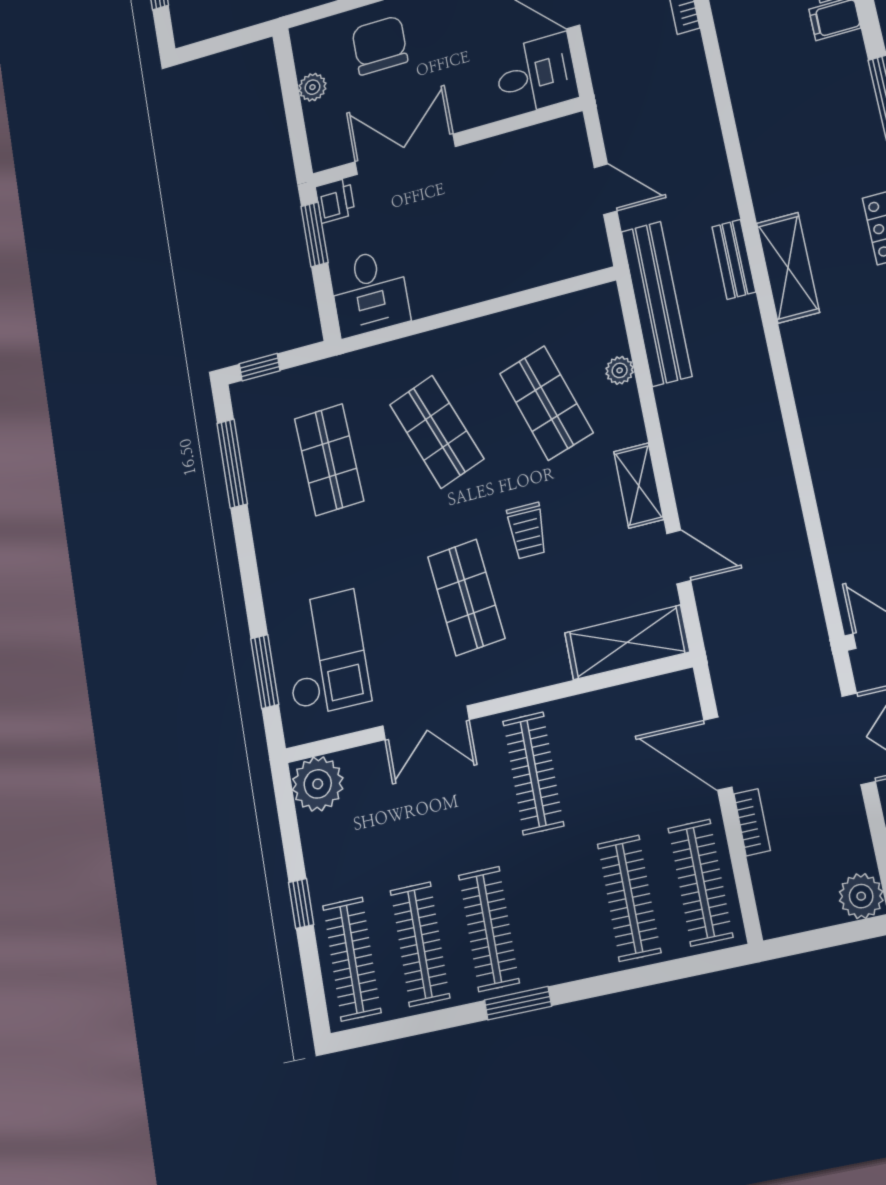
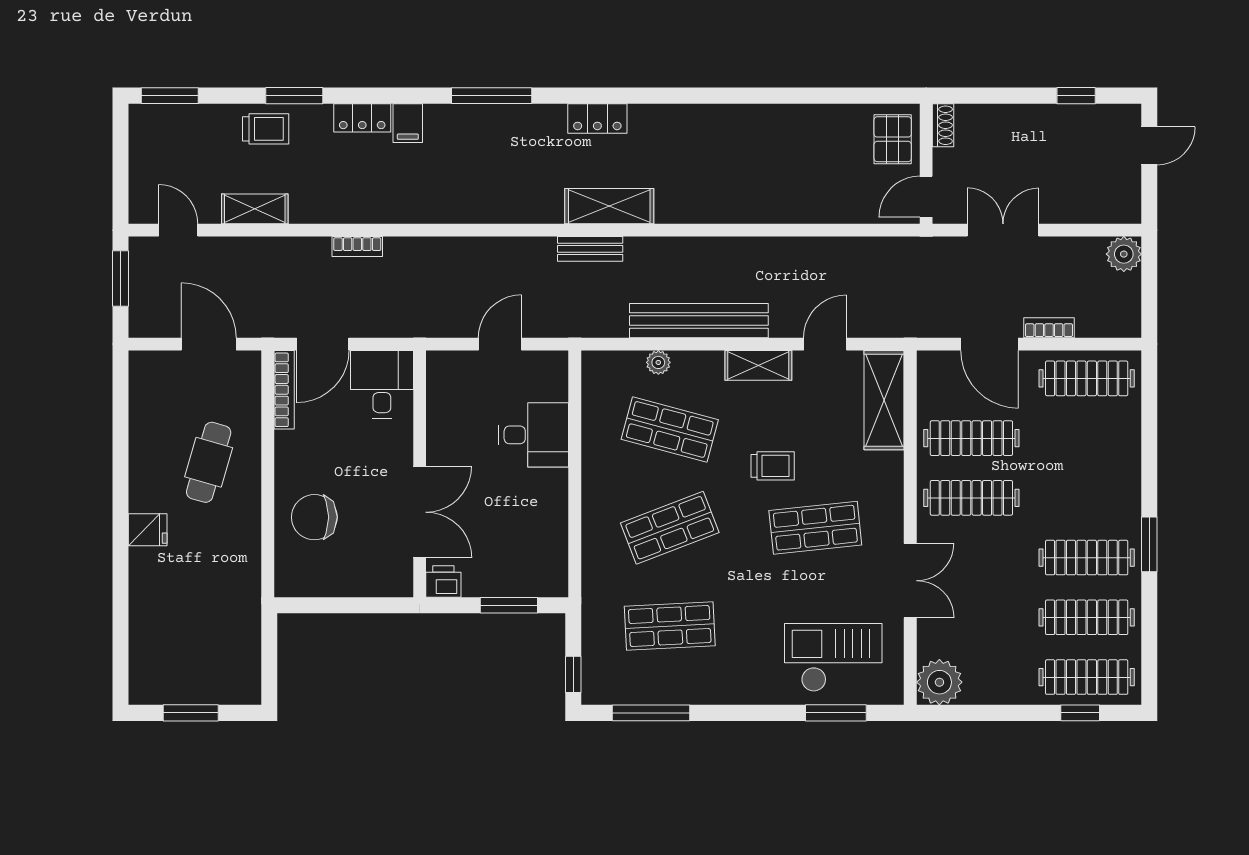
plant: (312, 87) -> (335, 584), removed
double door: (405, 154) -> (420, 512), swing flipped
window: (315, 234) -> (509, 605), moved
desk: (370, 292) -> (534, 435), moved
bench: (656, 304) -> (699, 321), moved
shop shelf: (546, 403) -> (670, 429), turned 33
door: (718, 754) -> (989, 344), hinge flipped
clothes rail: (629, 898) -> (971, 438), moved
window: (301, 903) -> (1080, 713), moved

